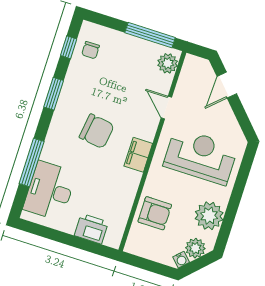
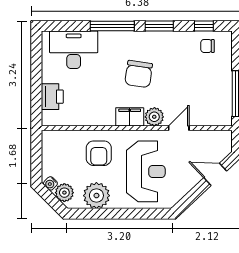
plant: (168, 63) -> (154, 117), moved
window: (32, 163) -> (112, 26), moved
armchair: (155, 213) -> (99, 153), moved

